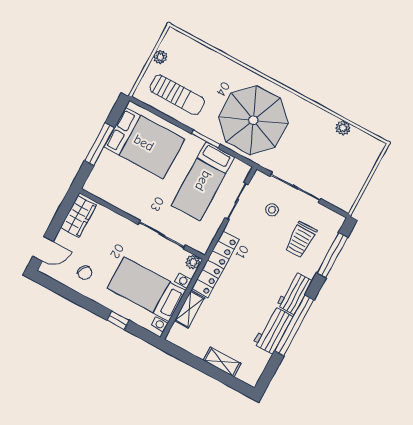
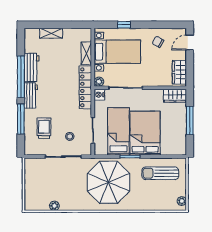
plant: (160, 57) -> (182, 201), moved
bed: (144, 143) -> (145, 133), moved, turned 90
wardrobe: (101, 188) -> (175, 96), added
nightstand: (202, 244) -> (99, 95), added
window: (332, 255) -> (21, 119), moved

